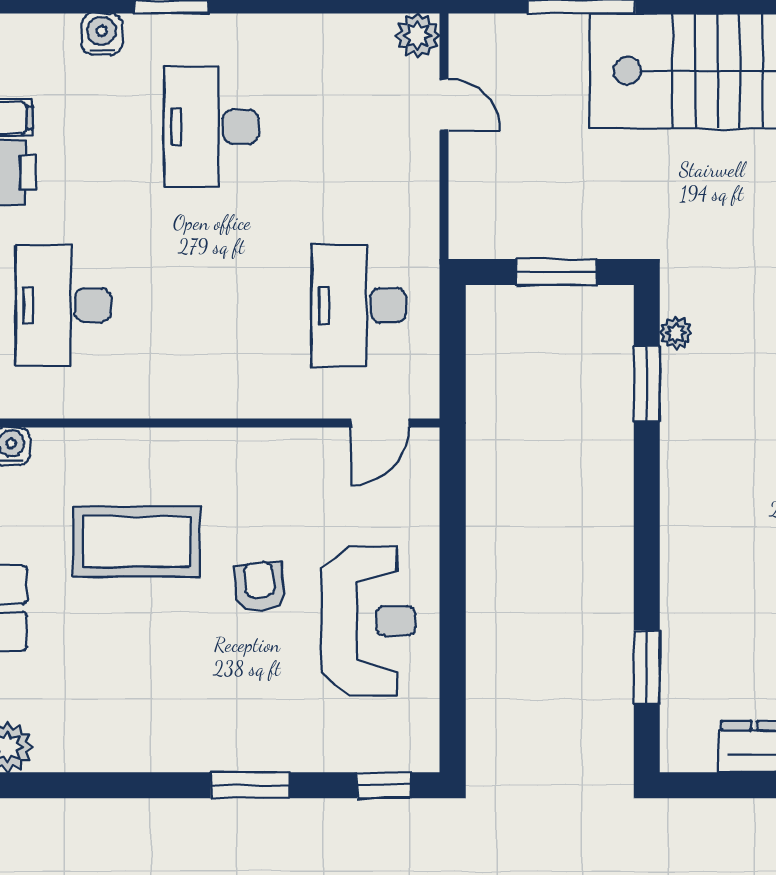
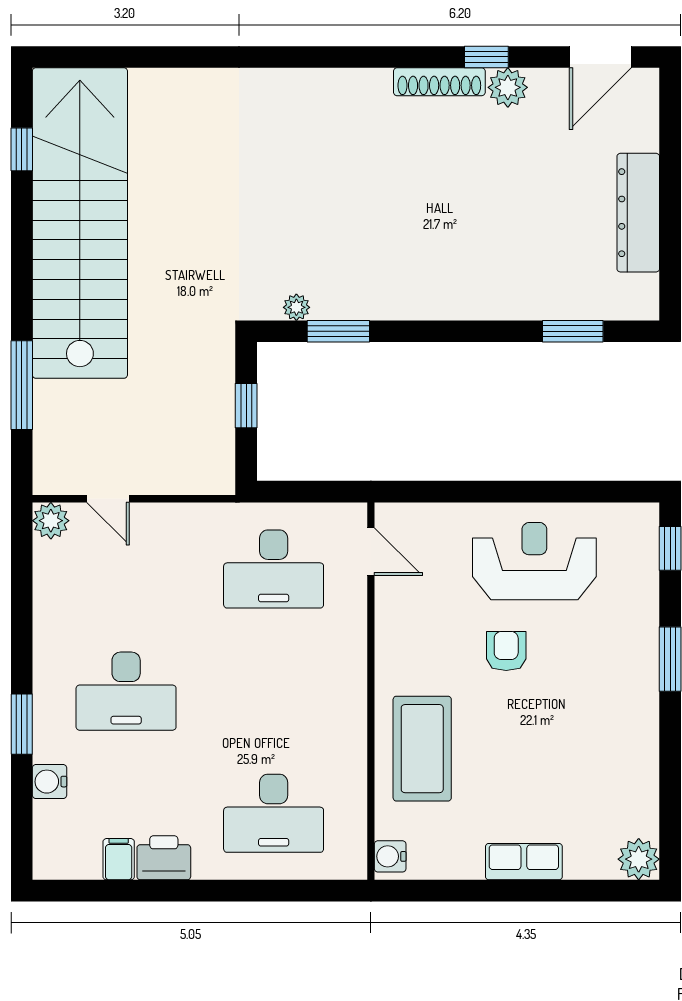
door: (444, 105) -> (108, 499), swing flipped
window: (557, 272) -> (246, 406), width x0.67
coffee table: (136, 541) -> (422, 749), moved
armchair: (260, 587) -> (506, 651), turned 96

